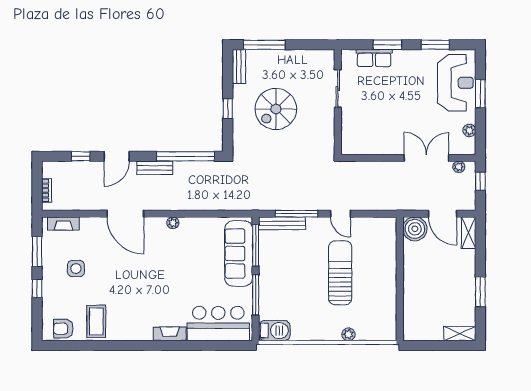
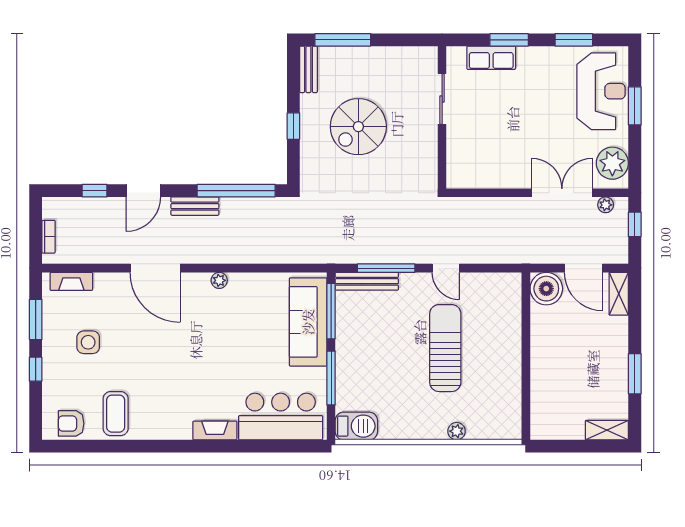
plant: (469, 130) -> (612, 163), width x1.88, depth x1.88

